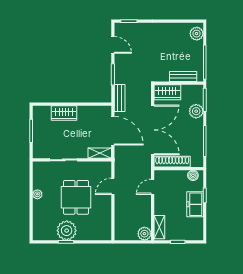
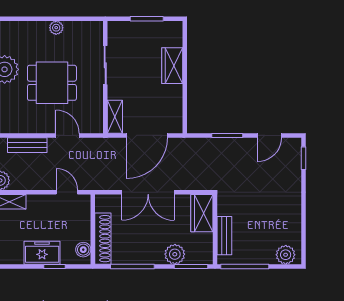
bench: (120, 98) -> (27, 145), moved
double door: (153, 130) -> (148, 192), width x0.73
shoe rack: (172, 162) -> (103, 239), moved

